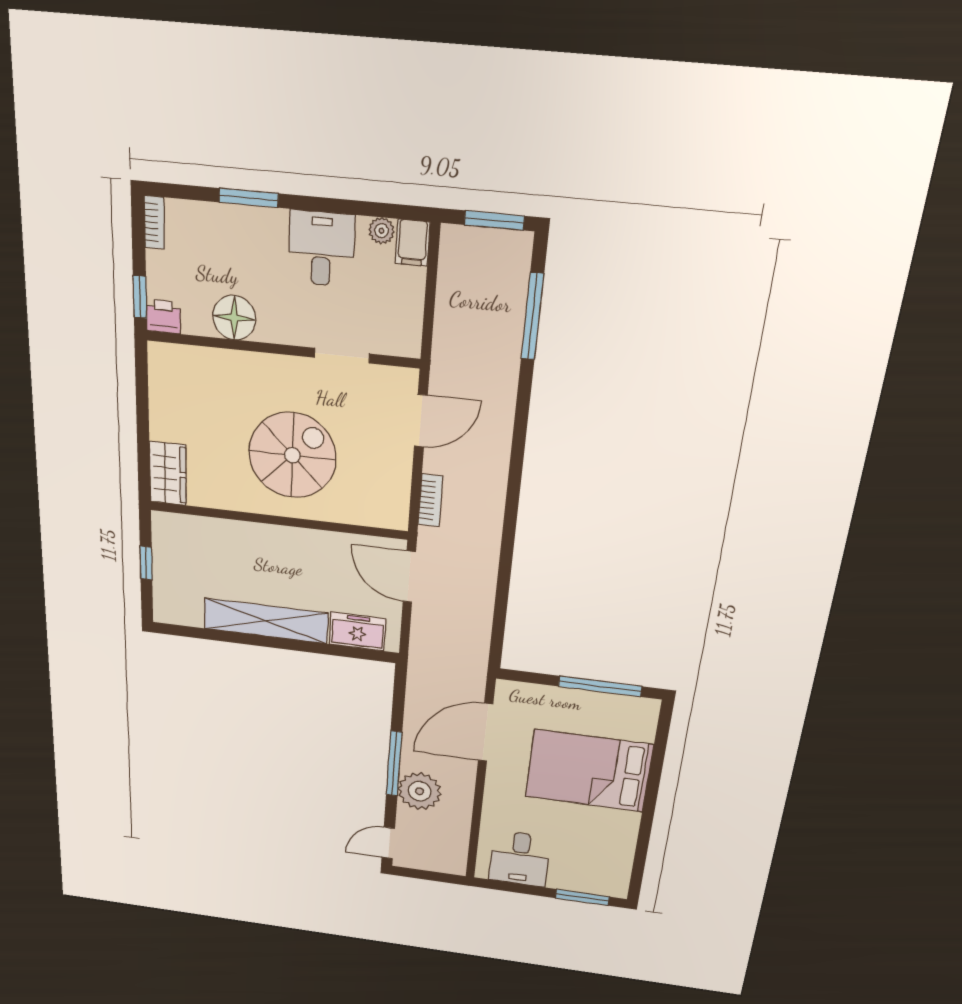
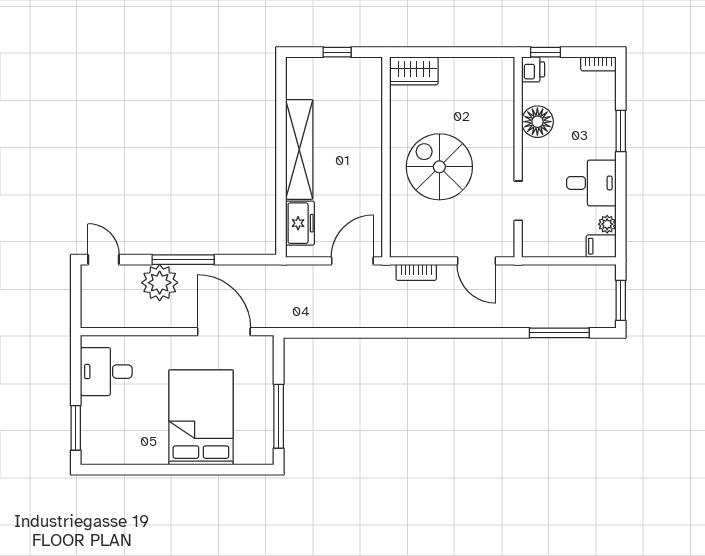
spiral stairs: (292, 455) -> (439, 167), turned 180

